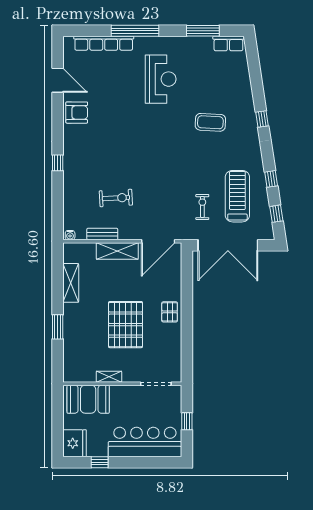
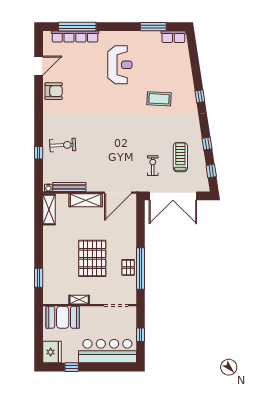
window: (135, 31) -> (77, 27), moved
door: (58, 80) -> (39, 66), hinge flipped
window: (58, 163) -> (39, 153), moved
treadmill: (237, 196) -> (180, 157), width x0.73, depth x0.73
exercise bike: (116, 198) -> (63, 145), moved
bench: (102, 234) -> (69, 187), width x1.36
shelving: (71, 283) -> (49, 210), moved
pallet: (170, 312) -> (128, 267), moved
window: (58, 327) -> (39, 278), moved
window: (187, 337) -> (141, 269), added

